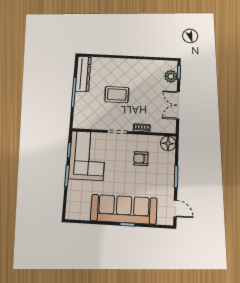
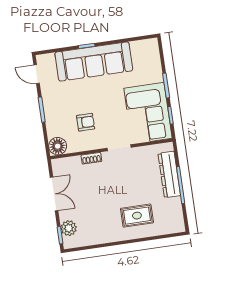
dresser: (83, 74) -> (169, 175), moved
rug: (117, 95) -> (137, 216), moved

